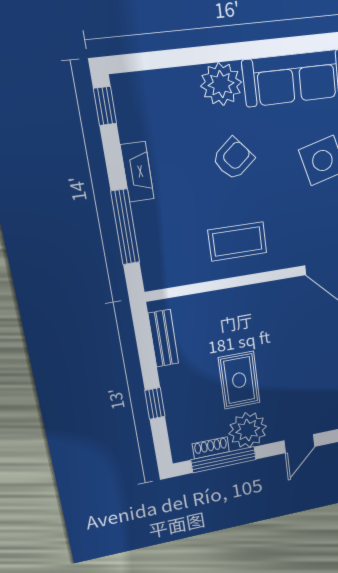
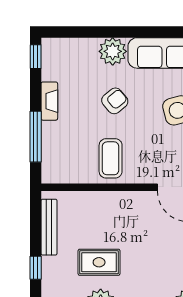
coffee table: (237, 241) -> (111, 158), turned 90
bench: (163, 338) -> (49, 227), width x1.36
rug: (239, 380) -> (99, 262), turned 90

